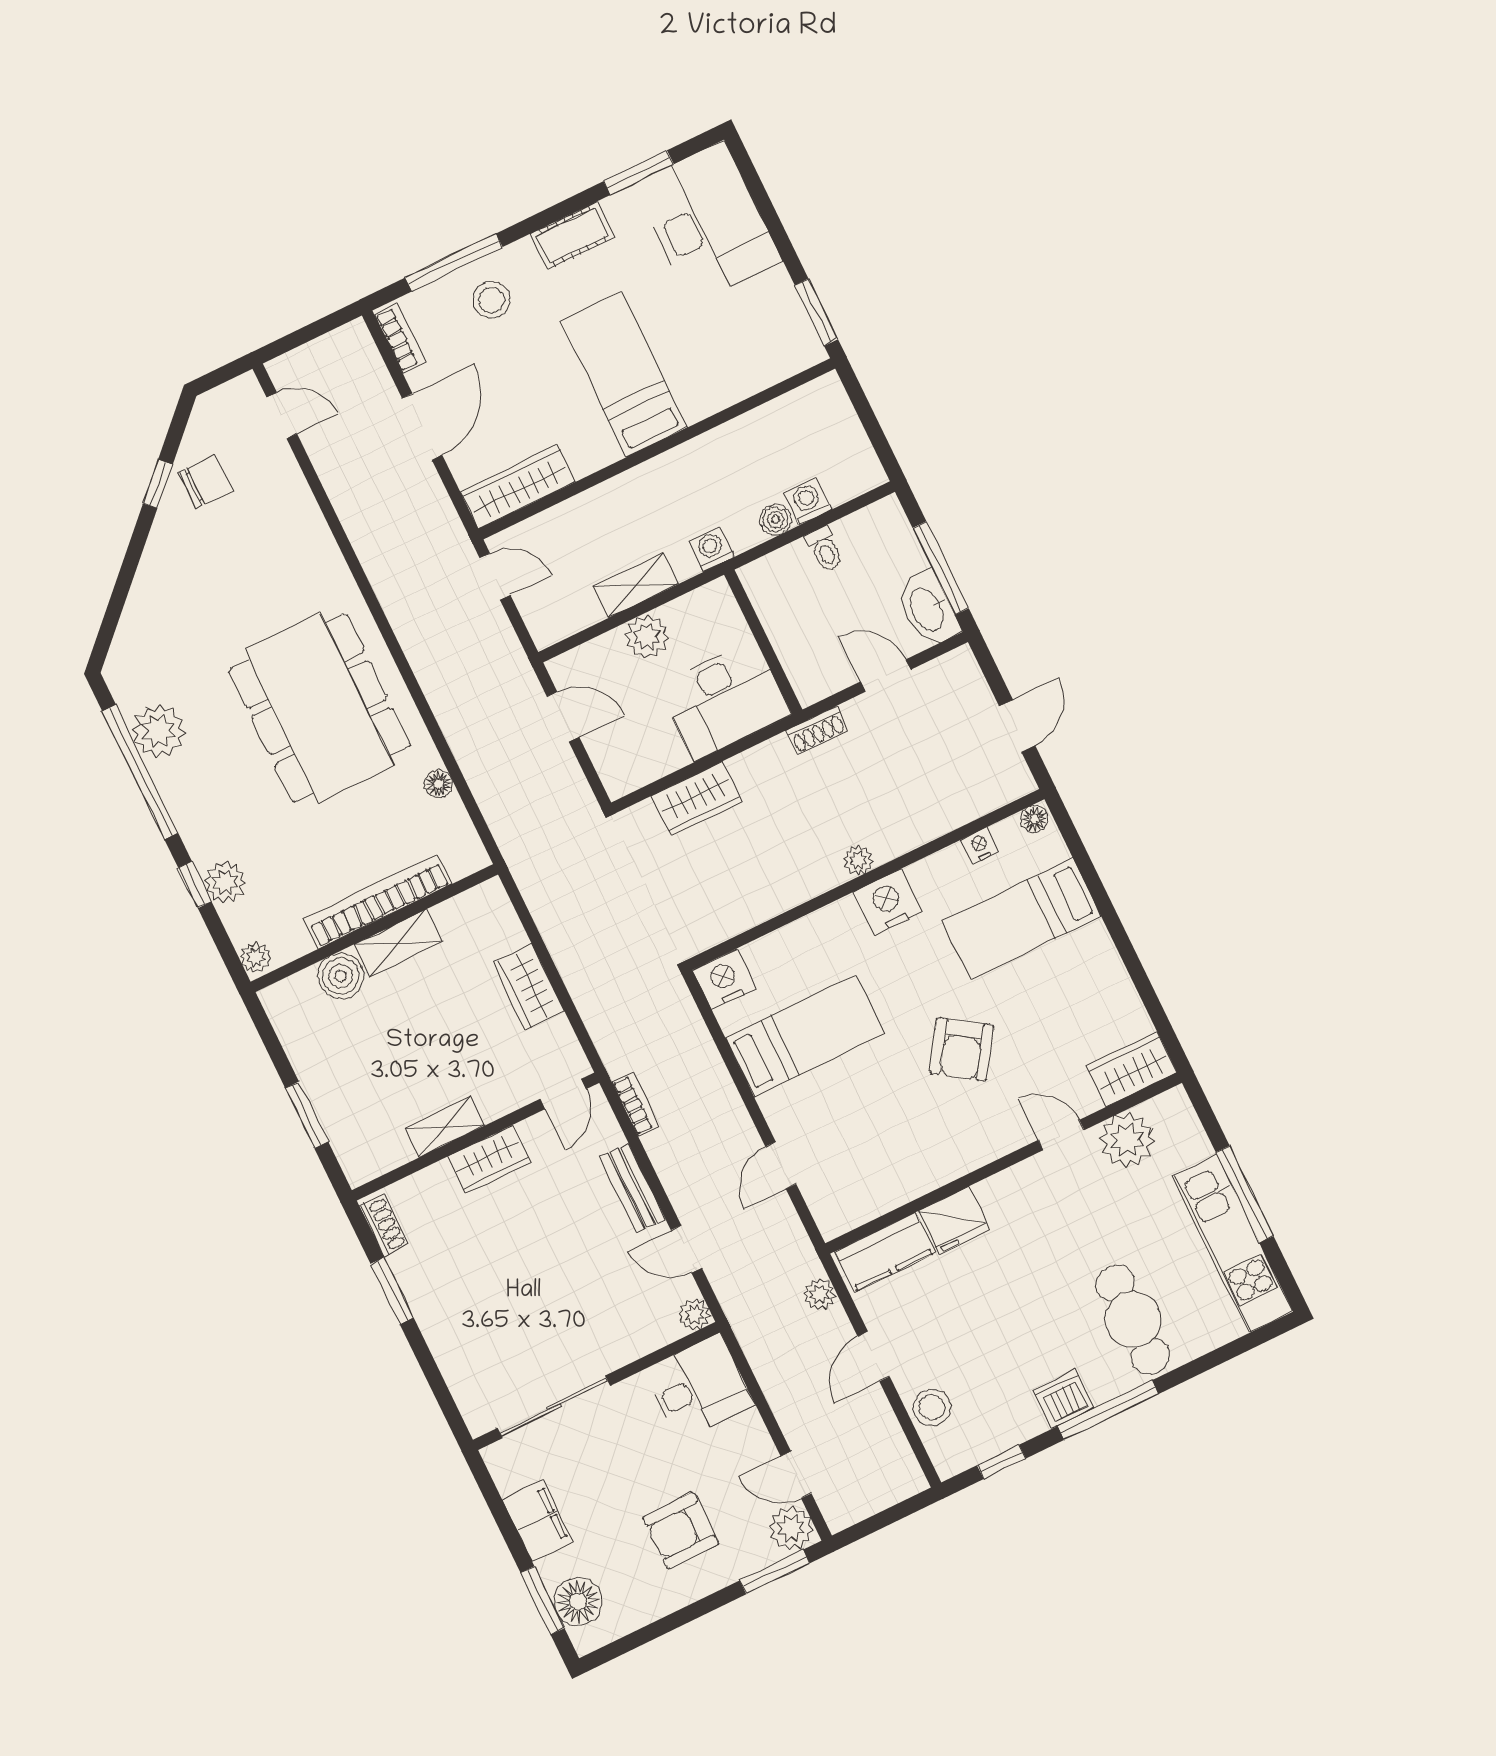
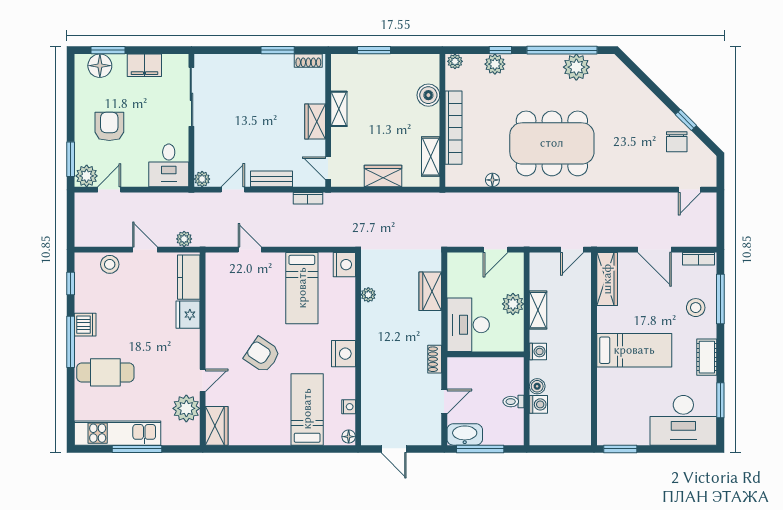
plant: (858, 860) -> (368, 295), moved
shelving: (398, 943) -> (431, 157), moved

